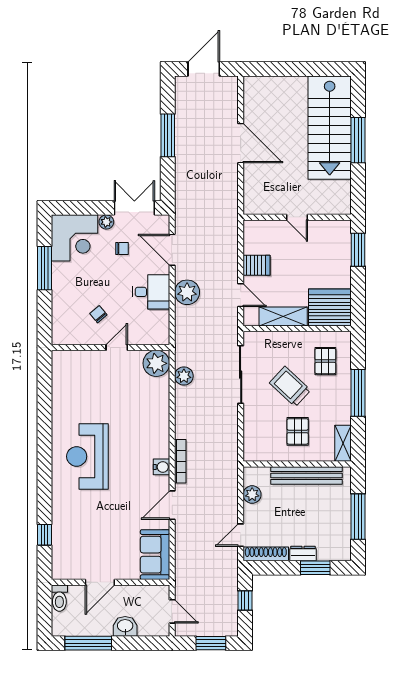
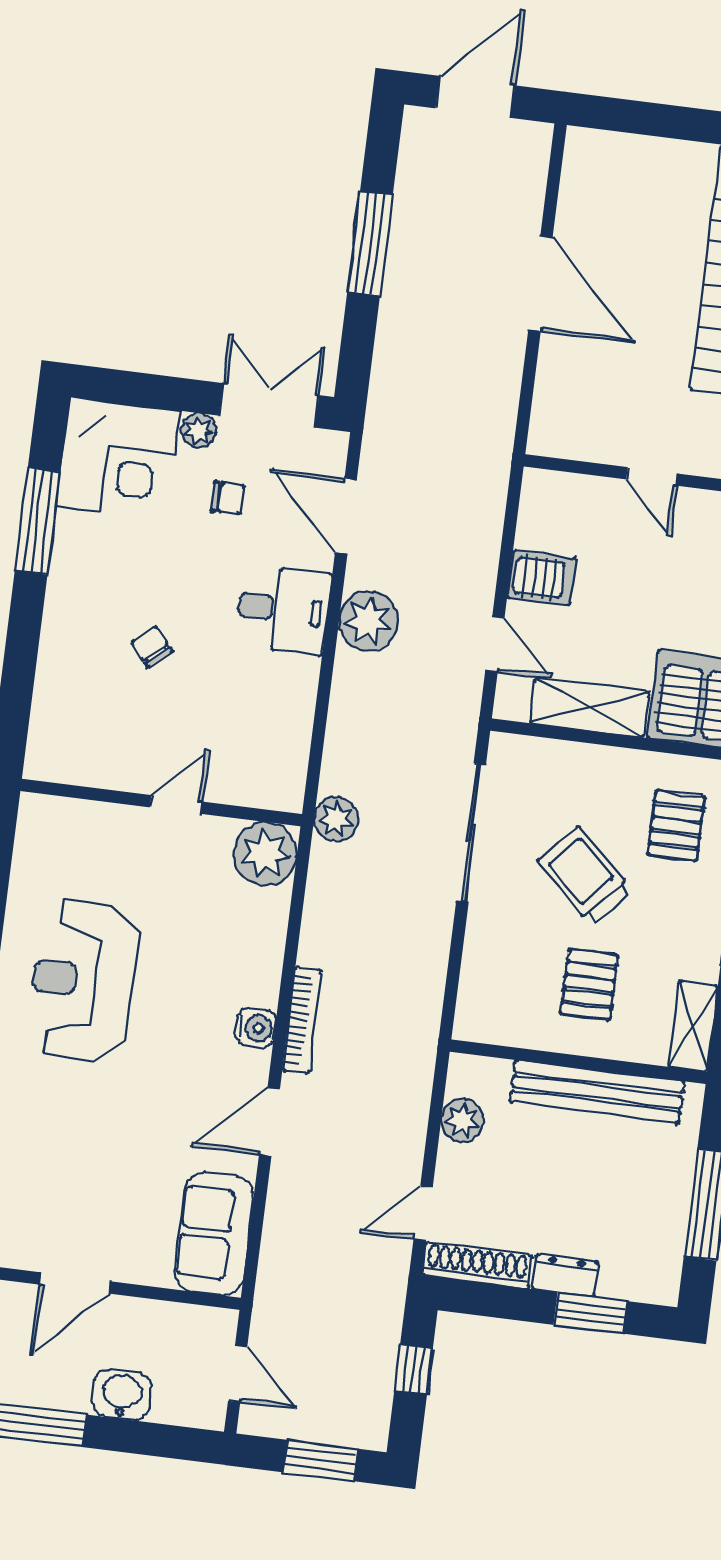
wall: (110, 348) -> (161, 803), moved
door: (117, 348) -> (176, 804), moved
plant: (156, 363) -> (265, 854), moved

